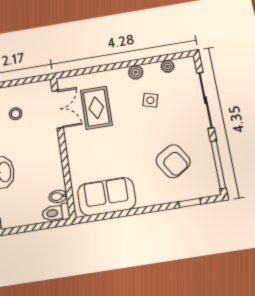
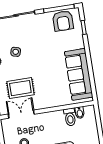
armchair: (173, 161) -> (63, 21), moved, turned 122
sofa: (107, 196) -> (79, 74), width x1.36
toilet: (56, 213) -> (70, 117), moved

